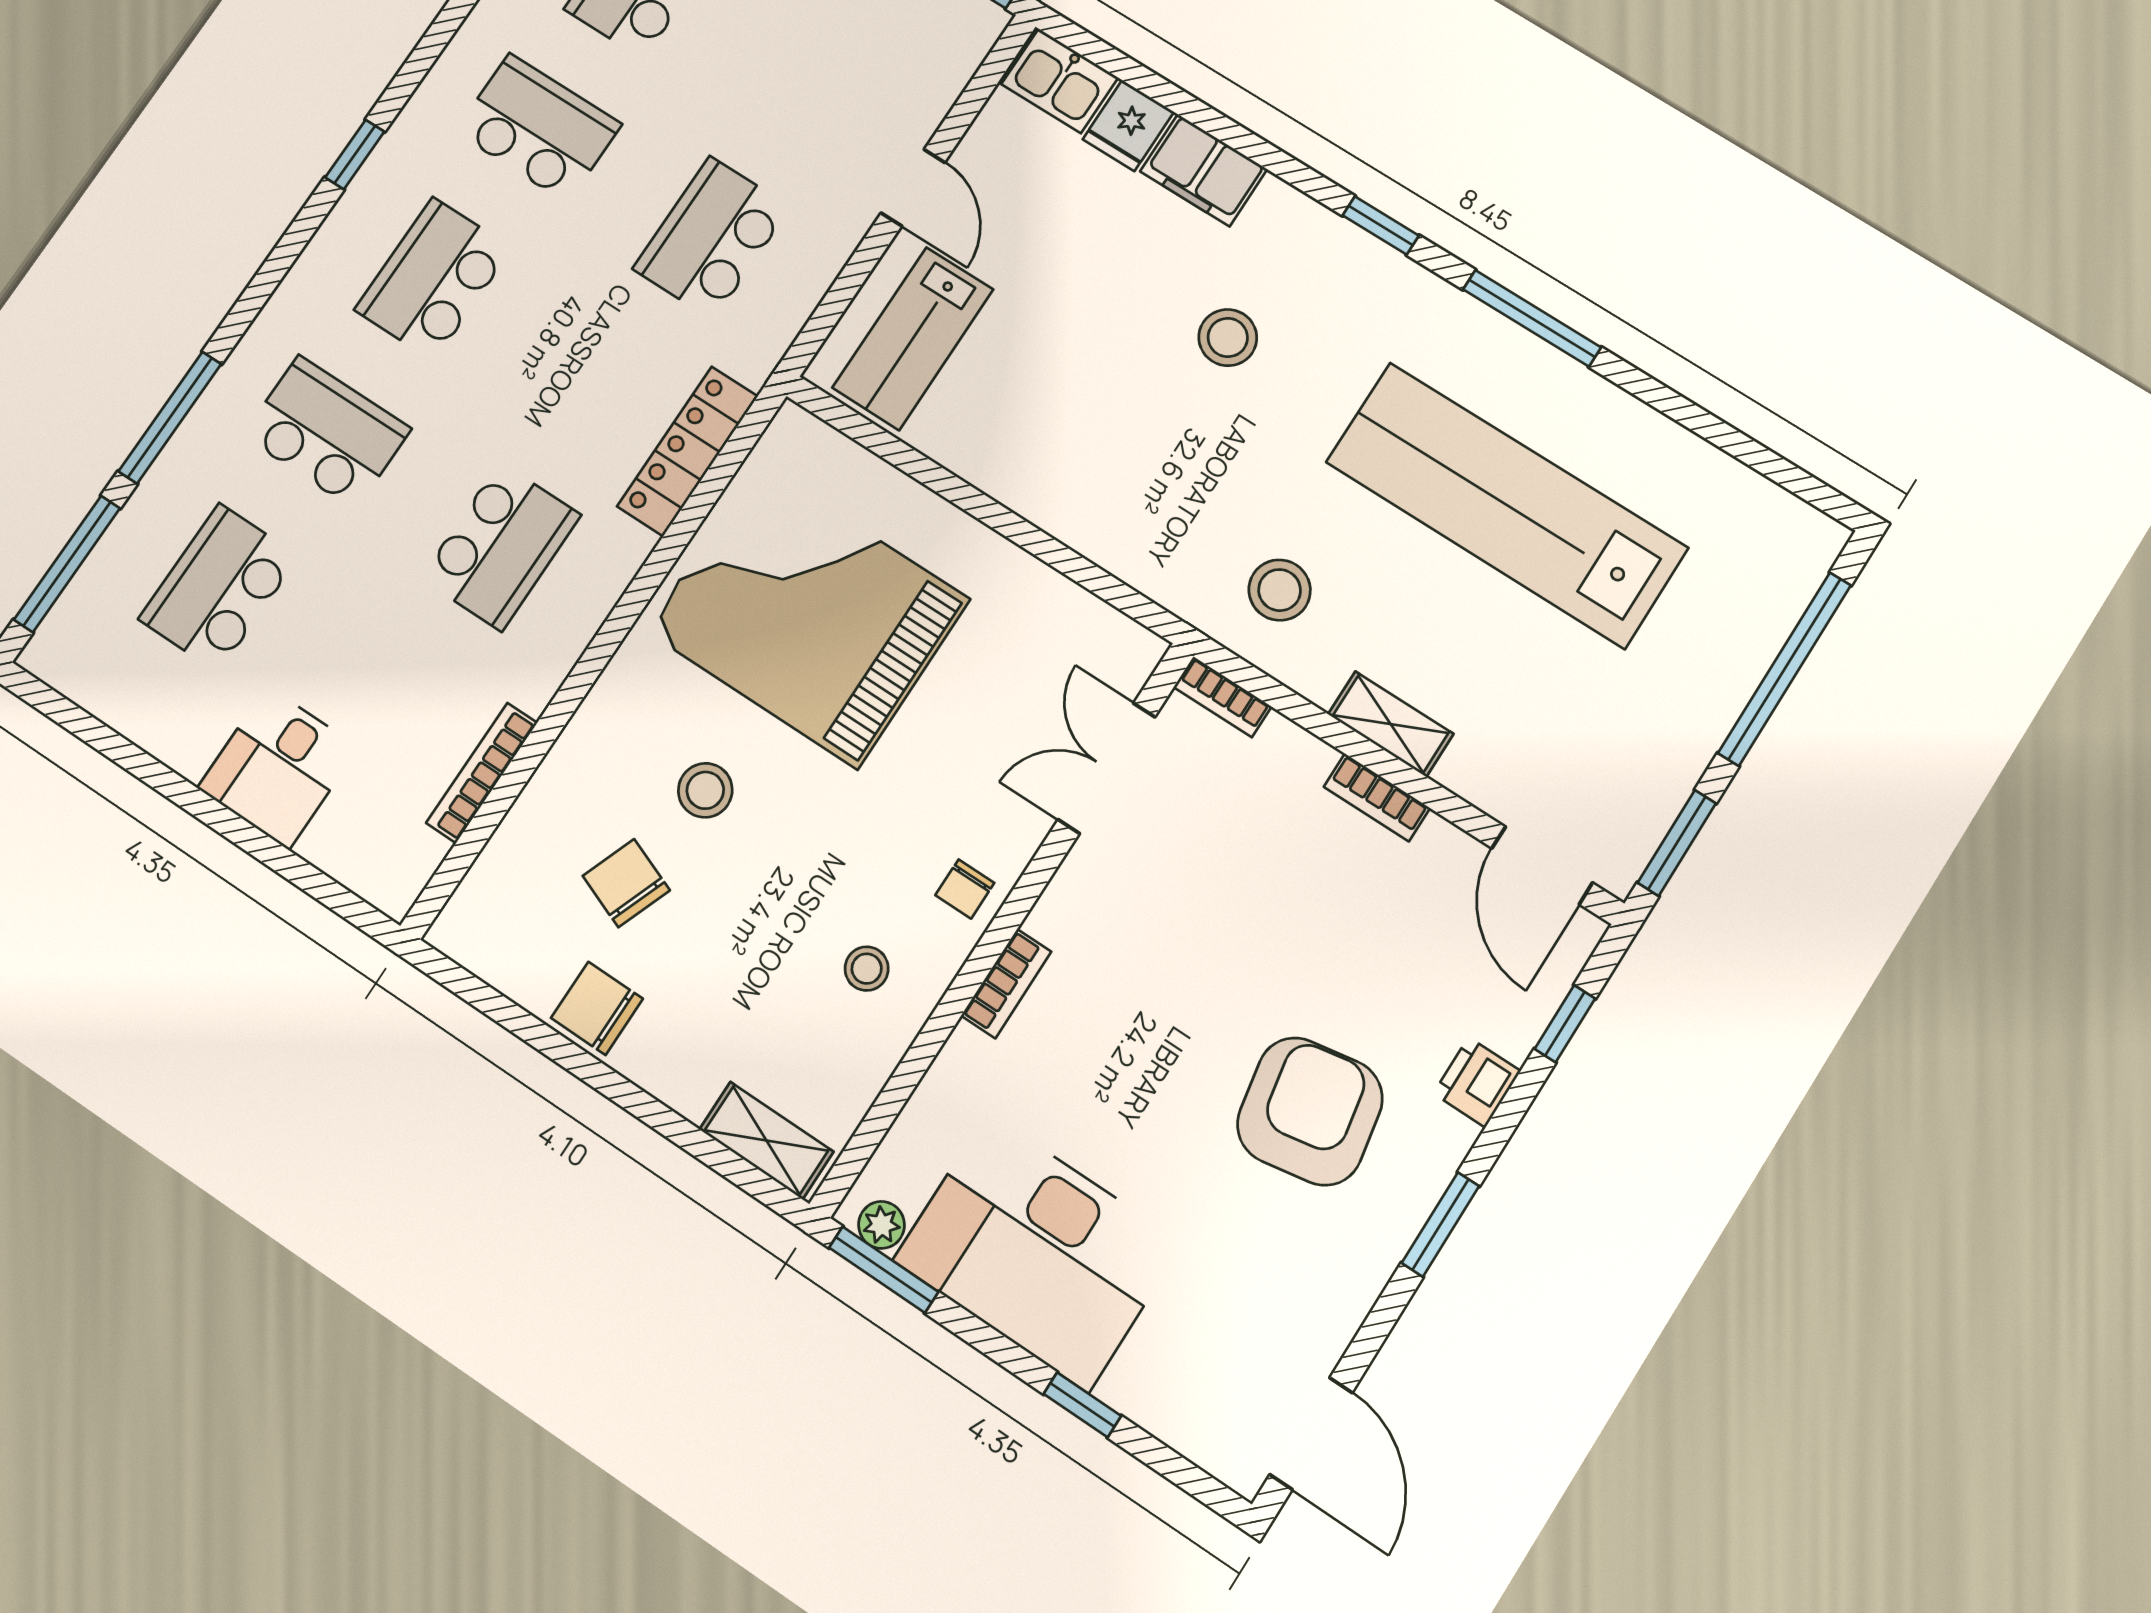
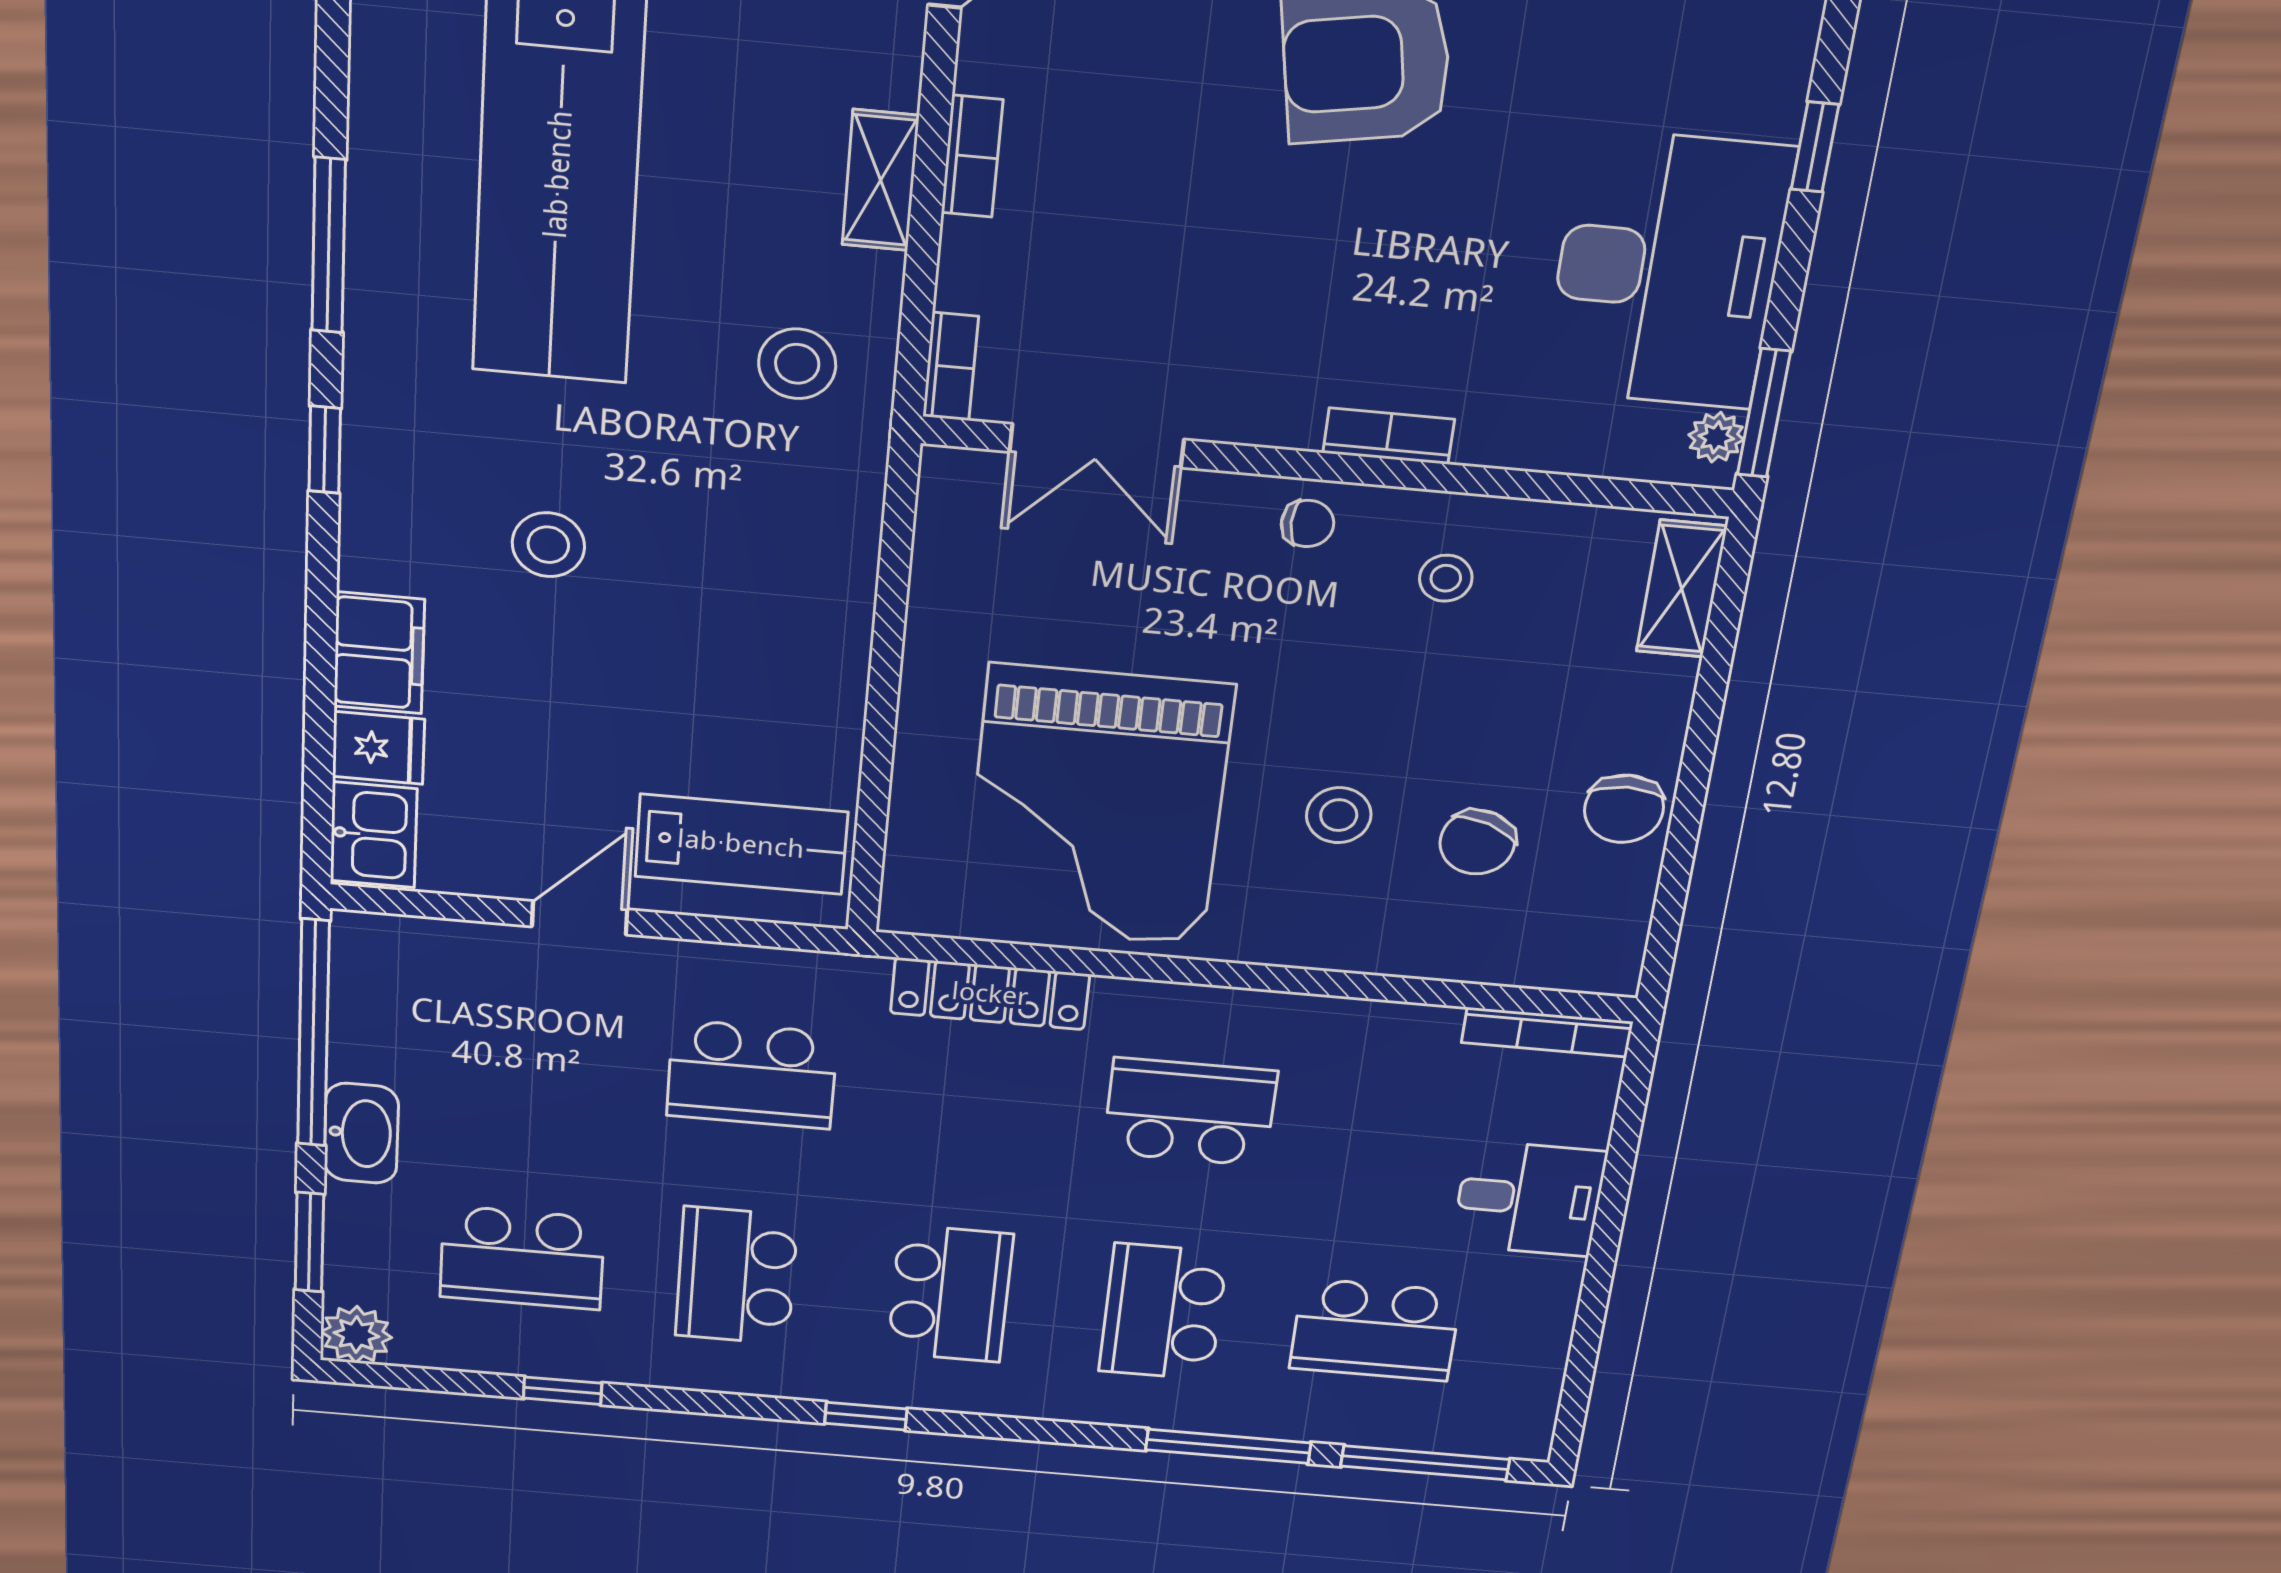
school desk: (433, 279) -> (950, 1294), turned -90
bookcase: (482, 773) -> (1547, 1032), moved

